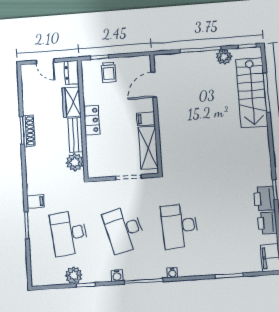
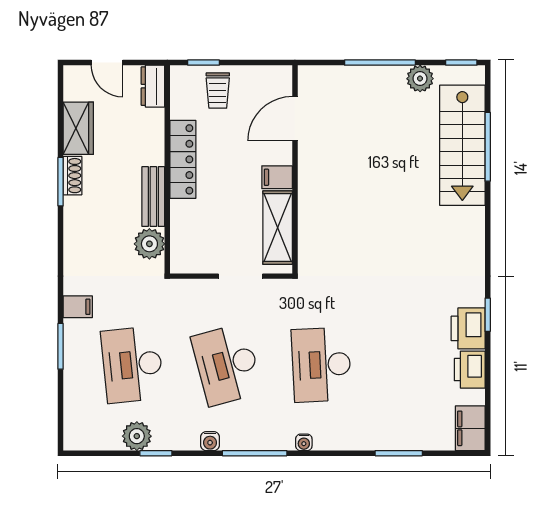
wardrobe: (71, 102) -> (78, 128), moved, turned 180
locker: (92, 120) -> (183, 159), width x1.53
shoe rack: (29, 131) -> (73, 176), width x0.70

